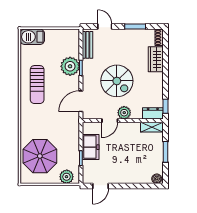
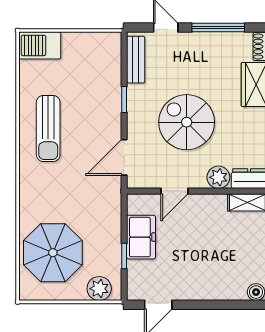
window: (135, 27) -> (218, 28), width x1.44
plant: (70, 66) -> (105, 97), removed
spiral stairs: (117, 81) -> (187, 122), turned 180
plant: (124, 113) -> (218, 177), moved

